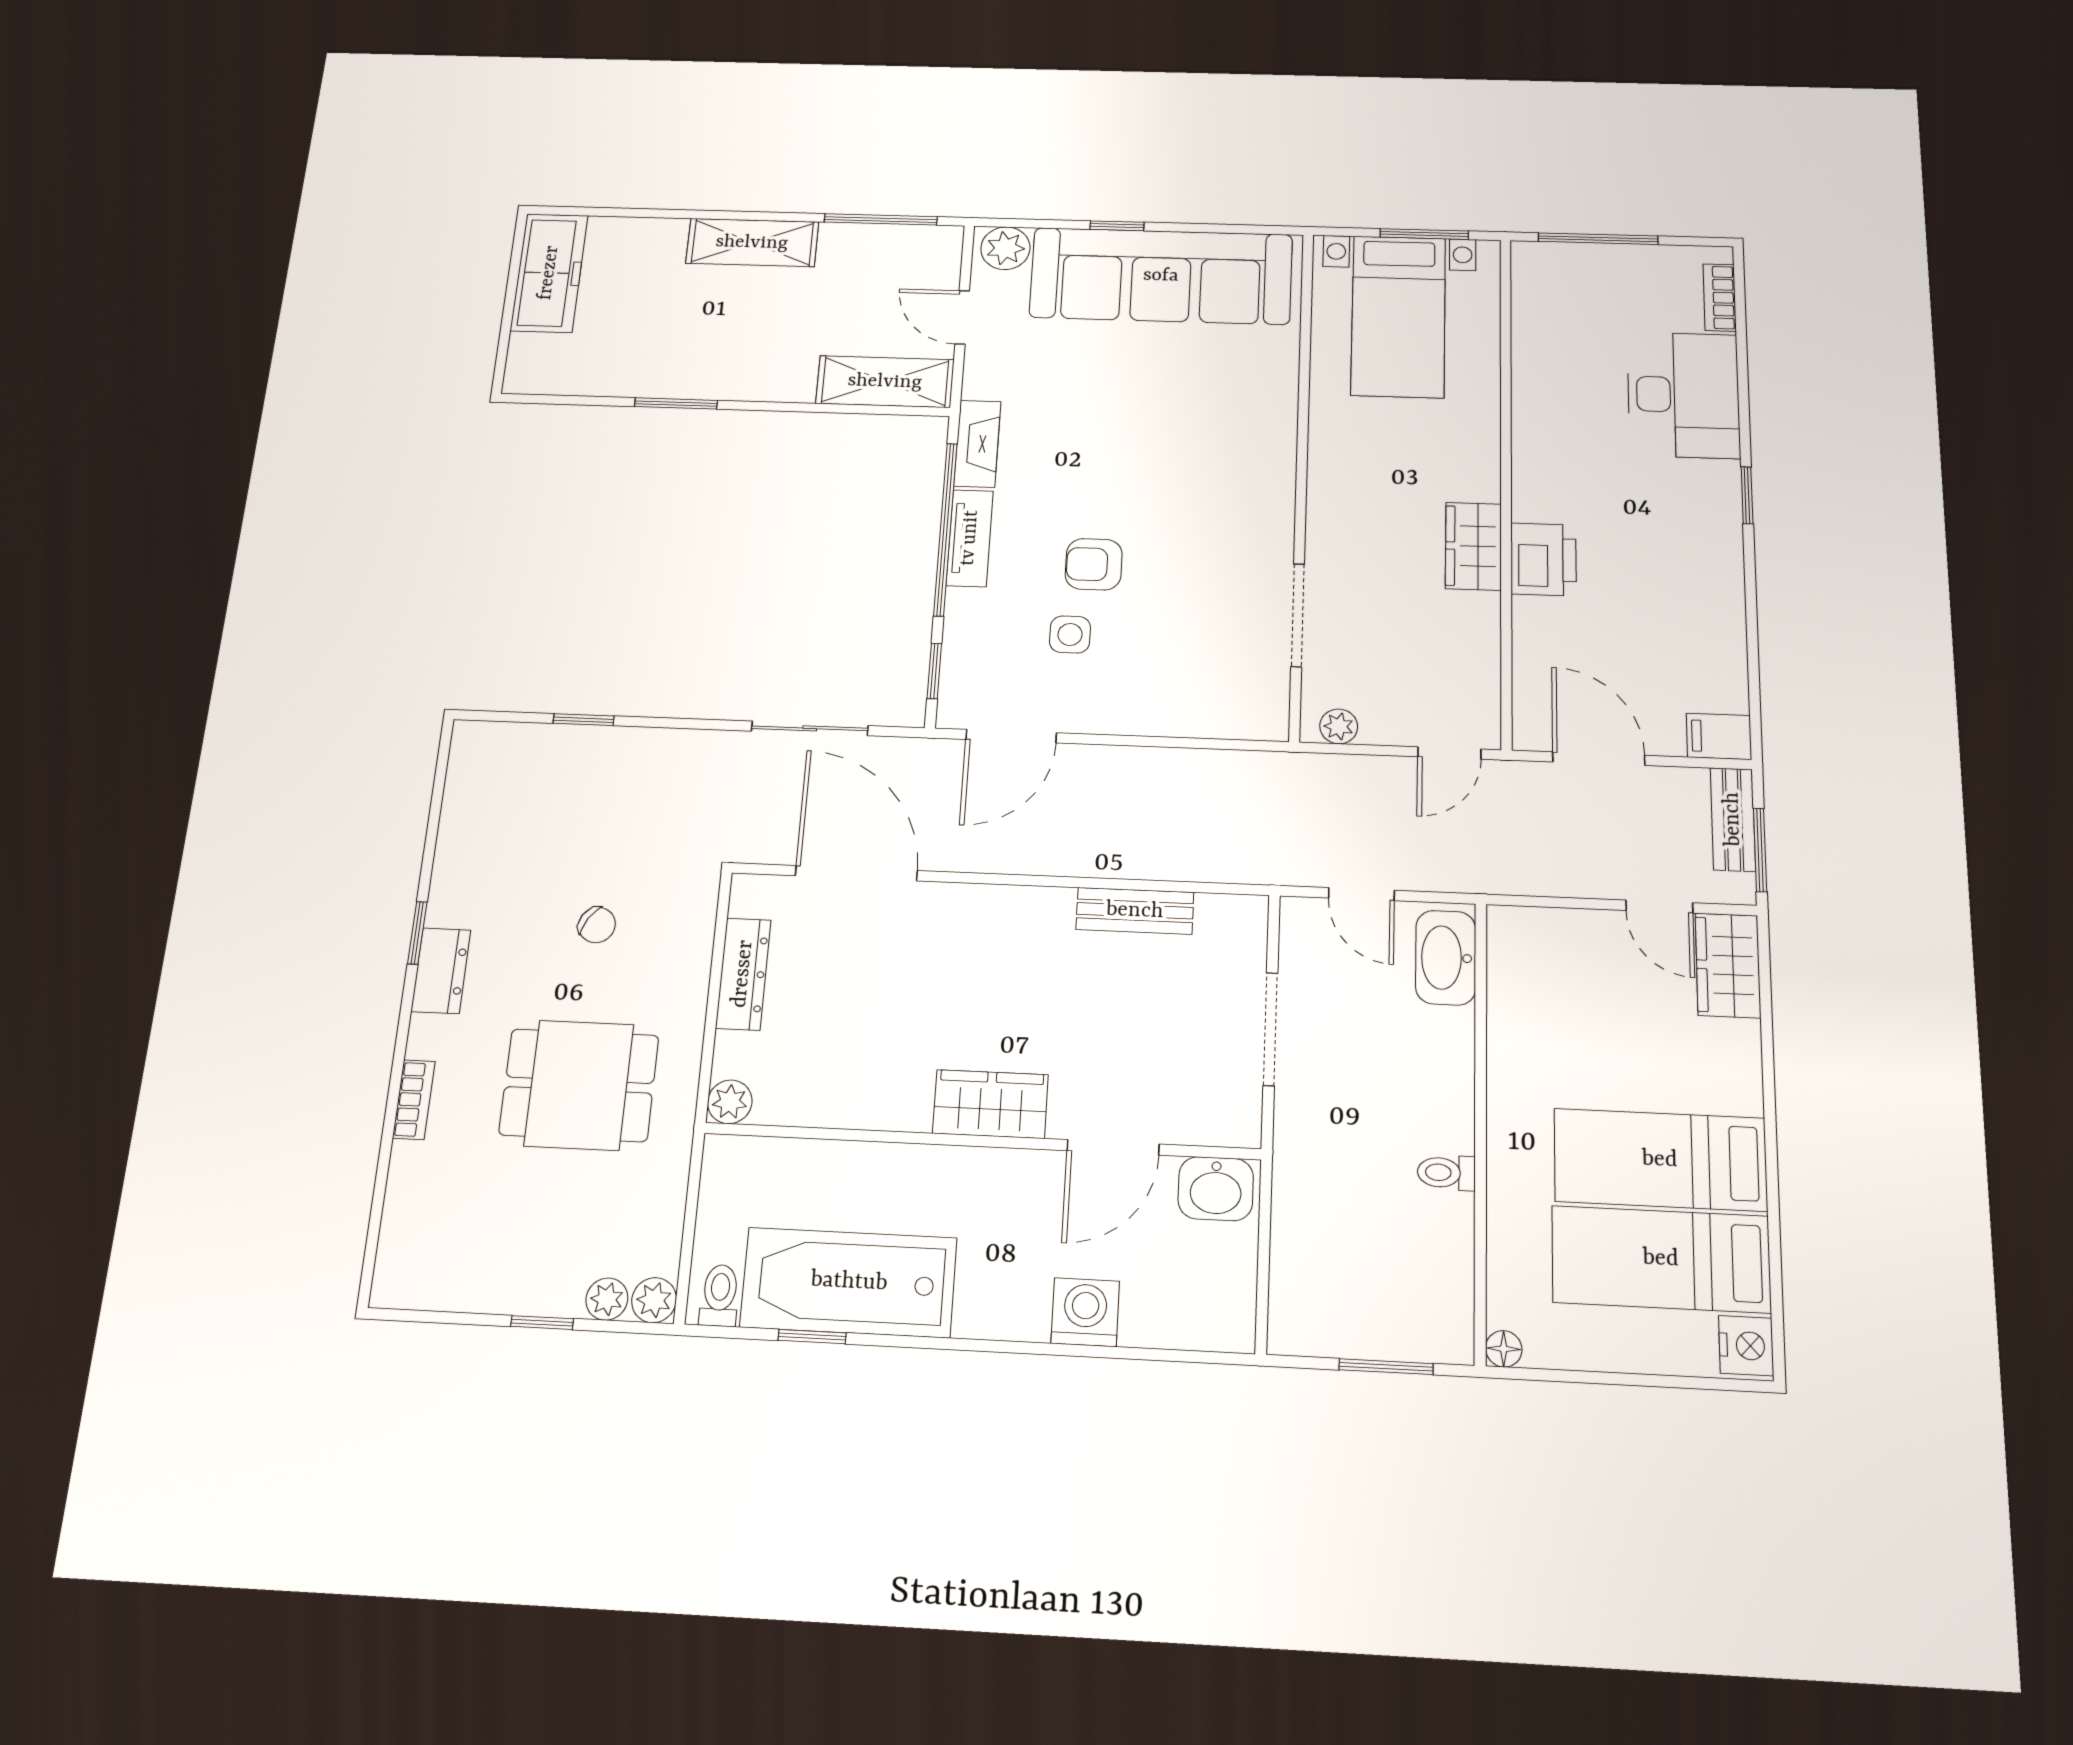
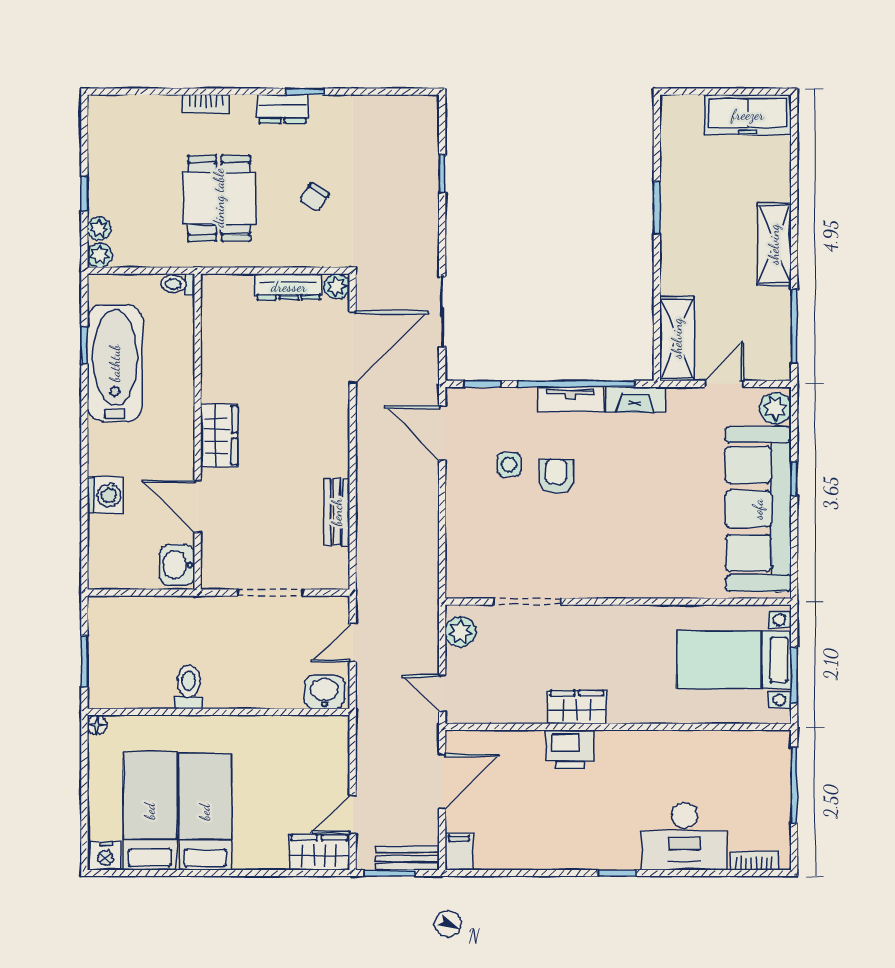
plant: (1339, 726) -> (460, 632), width x1.38, depth x1.38
washbasin: (1446, 958) -> (324, 692), width x0.72
plant: (730, 1102) -> (337, 286), moved
toilet: (1446, 1173) -> (189, 687), width x1.37, depth x1.39
toilet: (720, 1295) -> (178, 284), moved, turned 180

